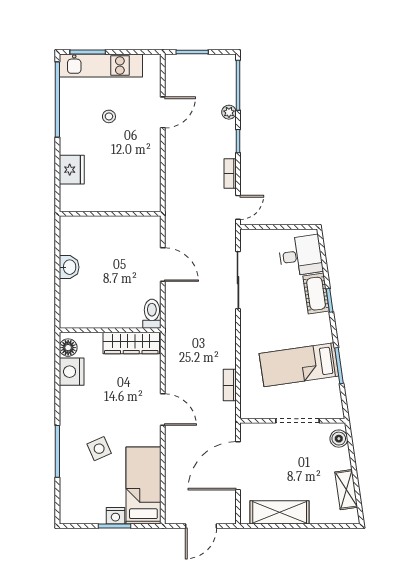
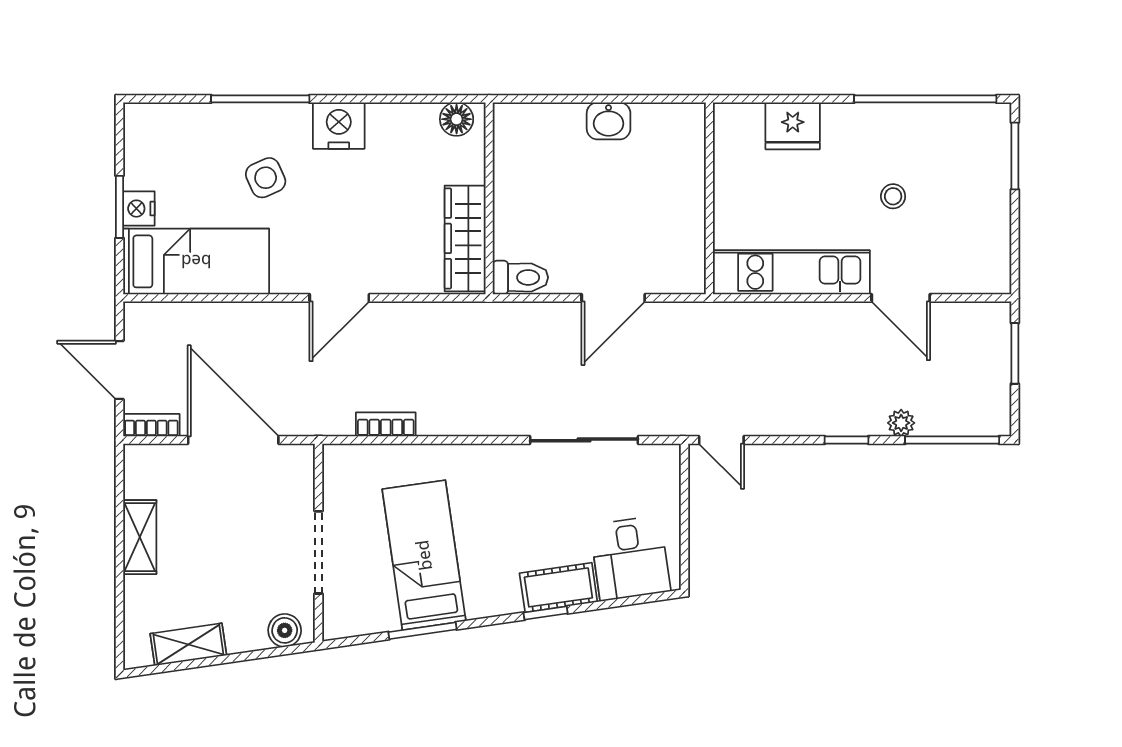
kitchen unit: (101, 66) -> (791, 272), moved, turned 90
bookcase: (230, 173) -> (151, 425), moved
nightstand: (72, 372) -> (339, 126), moved
shelving: (280, 512) -> (140, 537), width x0.67, depth x0.75

